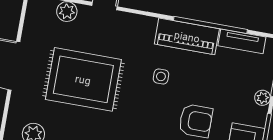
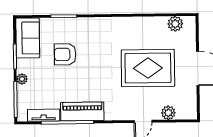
side table: (161, 76) -> (95, 80), removed

